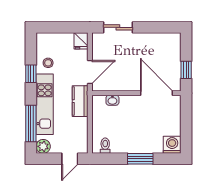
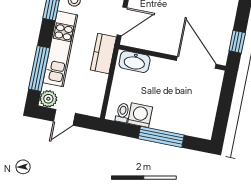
washbasin: (112, 100) -> (135, 62), width x1.91, depth x1.45
washing machine: (172, 145) -> (140, 115), moved
door: (70, 159) -> (64, 117), moved
window: (140, 159) -> (161, 137), width x1.44

